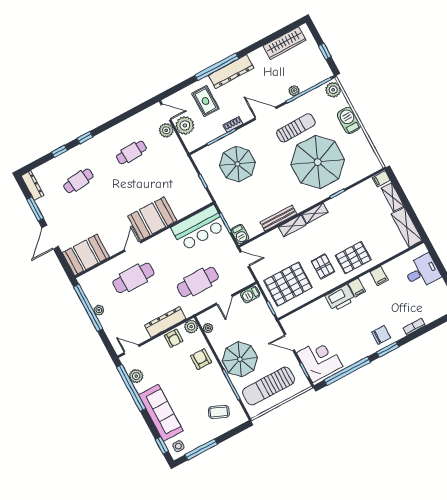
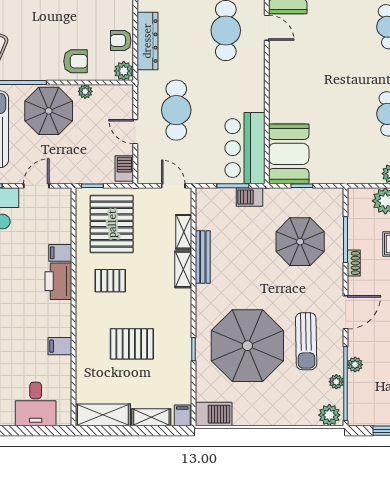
plant: (311, 96) -> (336, 382), added
barbecue: (349, 120) -> (214, 414), moved
shelving: (315, 213) -> (184, 232), moved
booth: (152, 218) -> (289, 154), moved
barbecue: (240, 234) -> (249, 197), moved
door: (133, 246) -> (267, 28), moved
pallet: (353, 258) -> (132, 344), moved, turned 90
door: (245, 259) -> (173, 186), swing flipped
filing cabinet: (357, 288) -> (60, 253), moved
plant: (208, 328) -> (85, 91), moved

